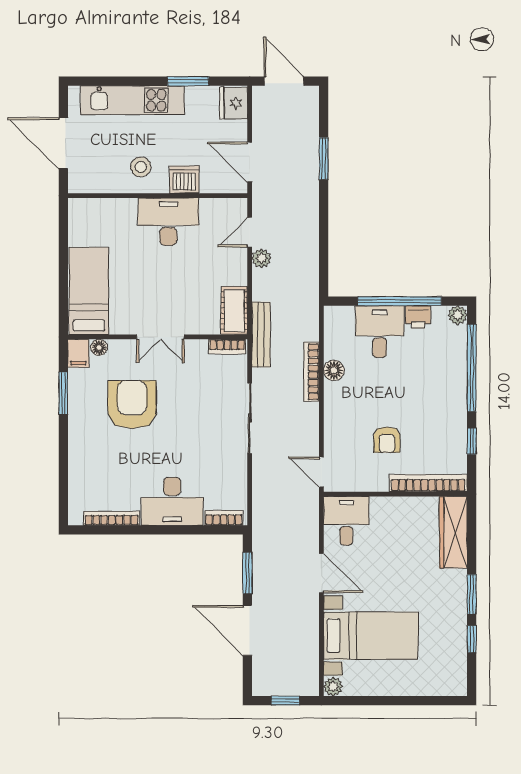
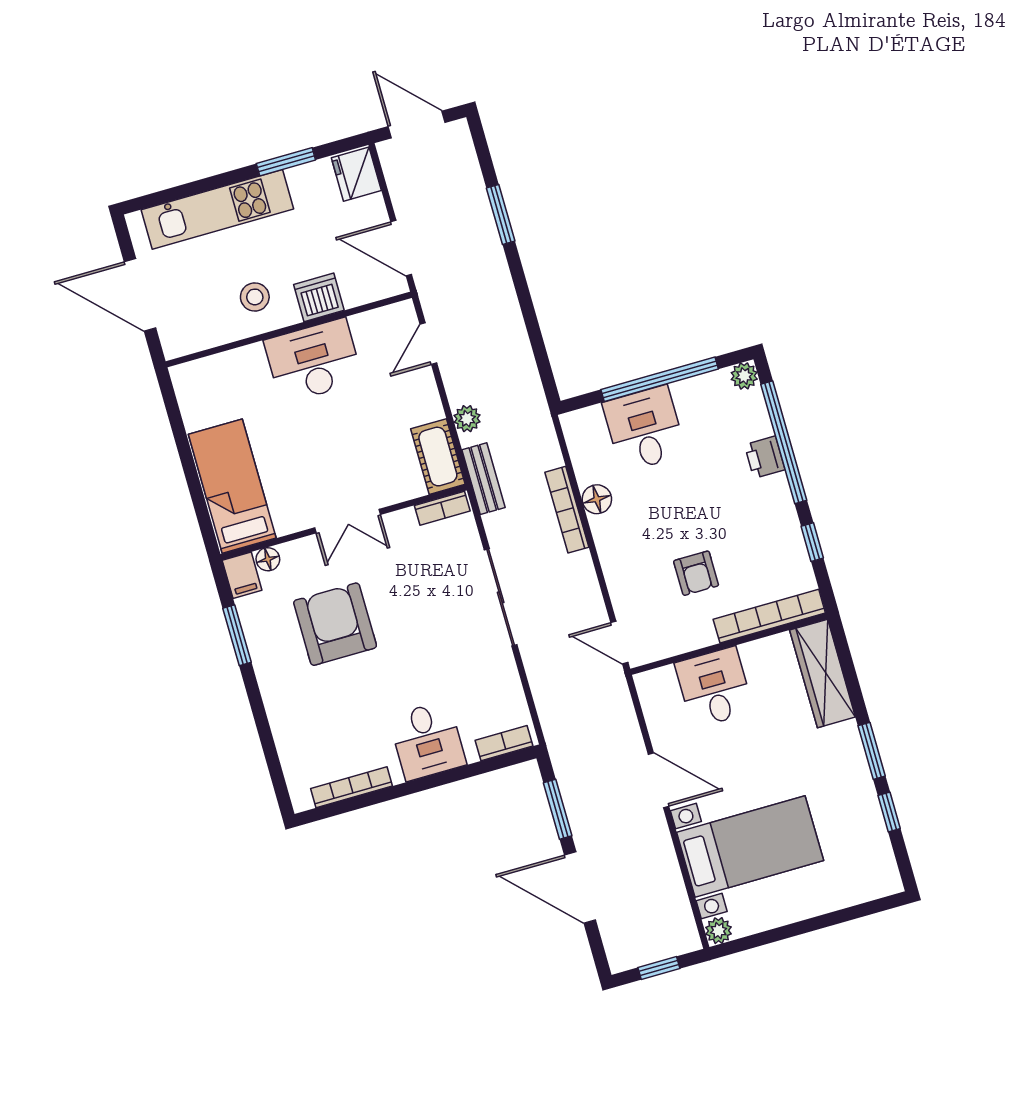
plant: (261, 258) -> (467, 419), moved
printer: (418, 317) -> (765, 457), moved, turned 90
bench: (261, 334) -> (484, 479), width x0.73
desk: (172, 501) -> (427, 741), width x0.73
desk: (346, 521) -> (714, 687), moved

